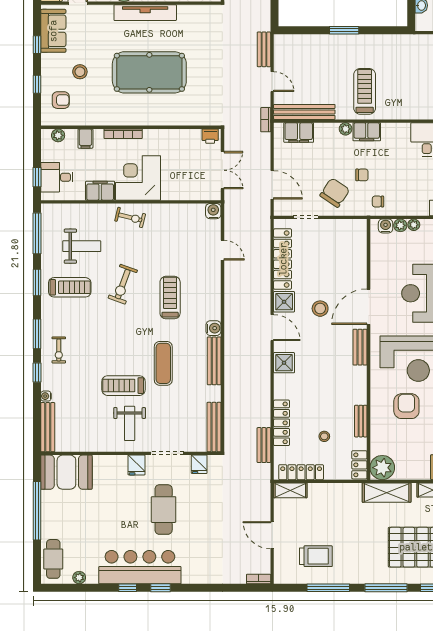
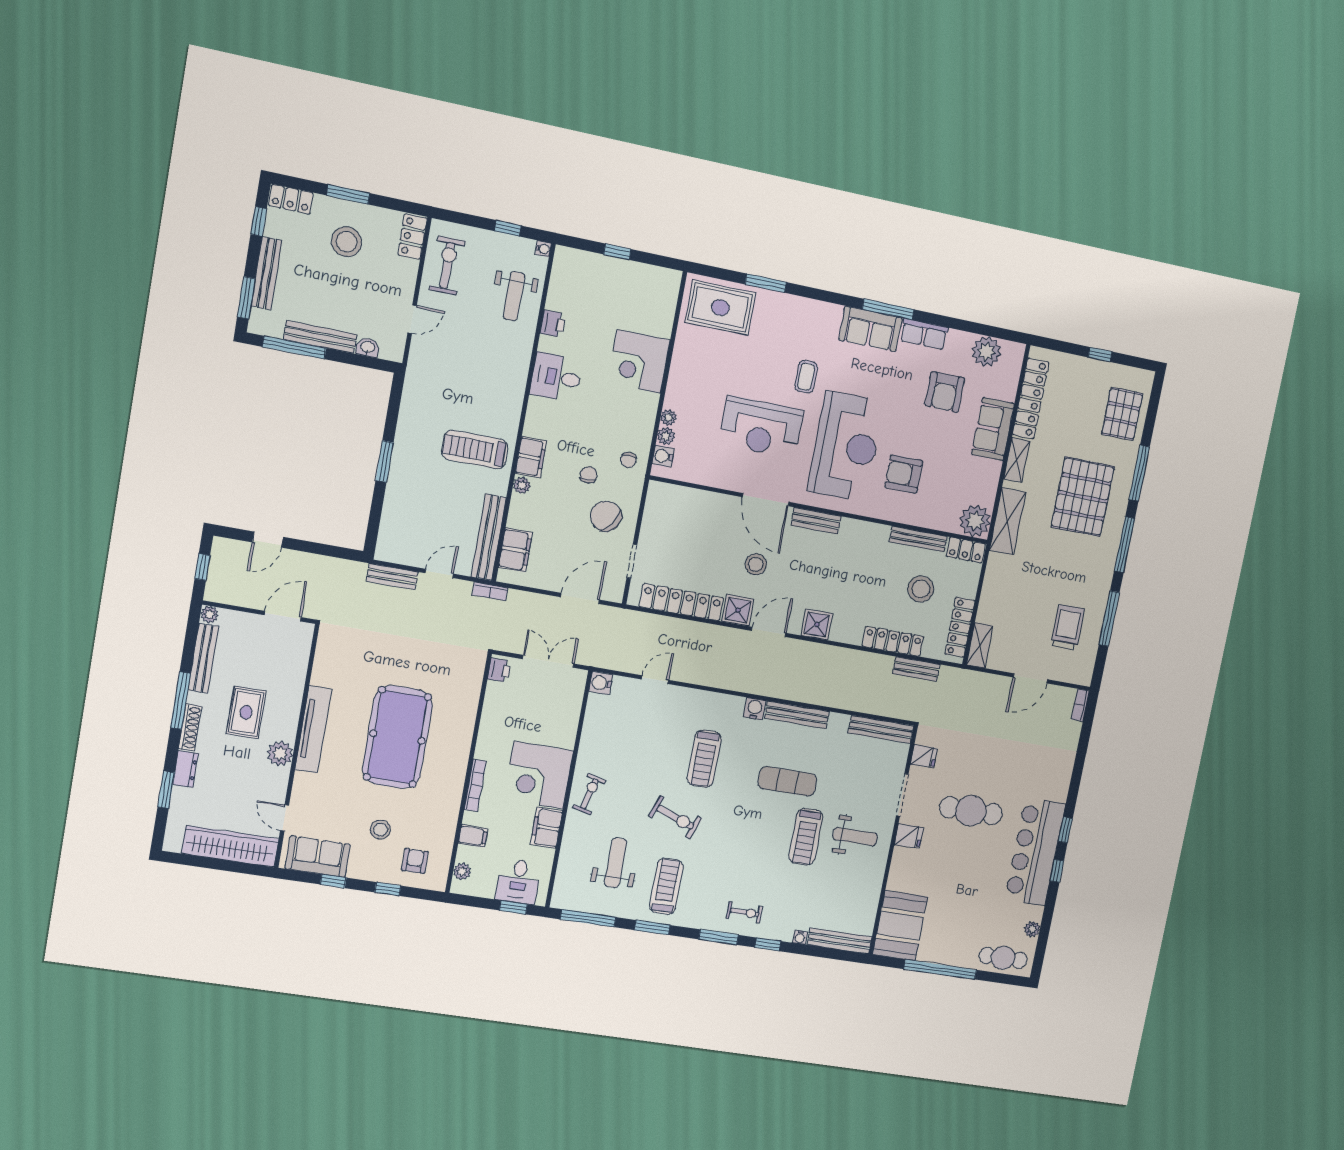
treadmill: (170, 298) -> (704, 759), turned -90
bench: (361, 421) -> (918, 539), width x1.36
stool: (324, 436) -> (921, 589), width x1.89, depth x1.89

